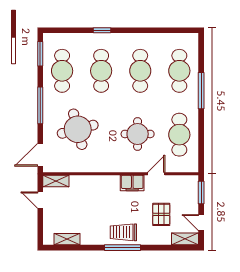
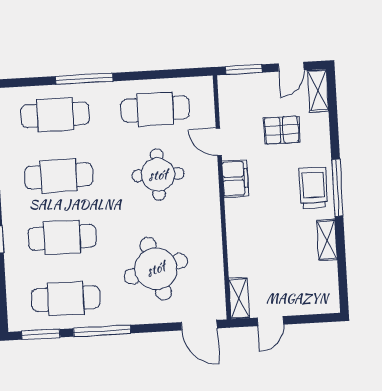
window: (40, 105) -> (102, 331), moved
trolley: (123, 232) -> (313, 188), turned 180
shelving: (67, 239) -> (327, 240), moved

